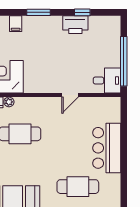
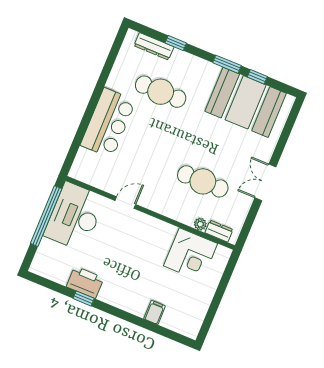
window: (38, 12) -> (122, 315), removed
window: (82, 12) -> (84, 298), moved
desk: (107, 80) -> (75, 217), width x1.87, depth x1.30

